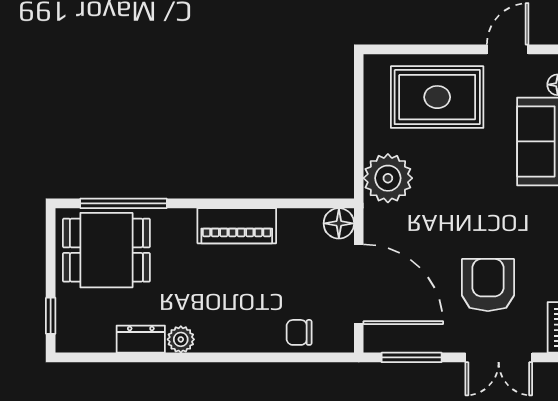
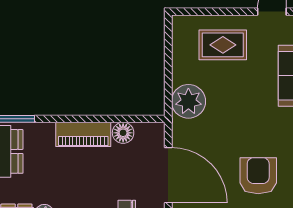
rug: (437, 97) -> (223, 45), width x0.73, depth x0.70
floor lamp: (339, 223) -> (123, 133), moved

